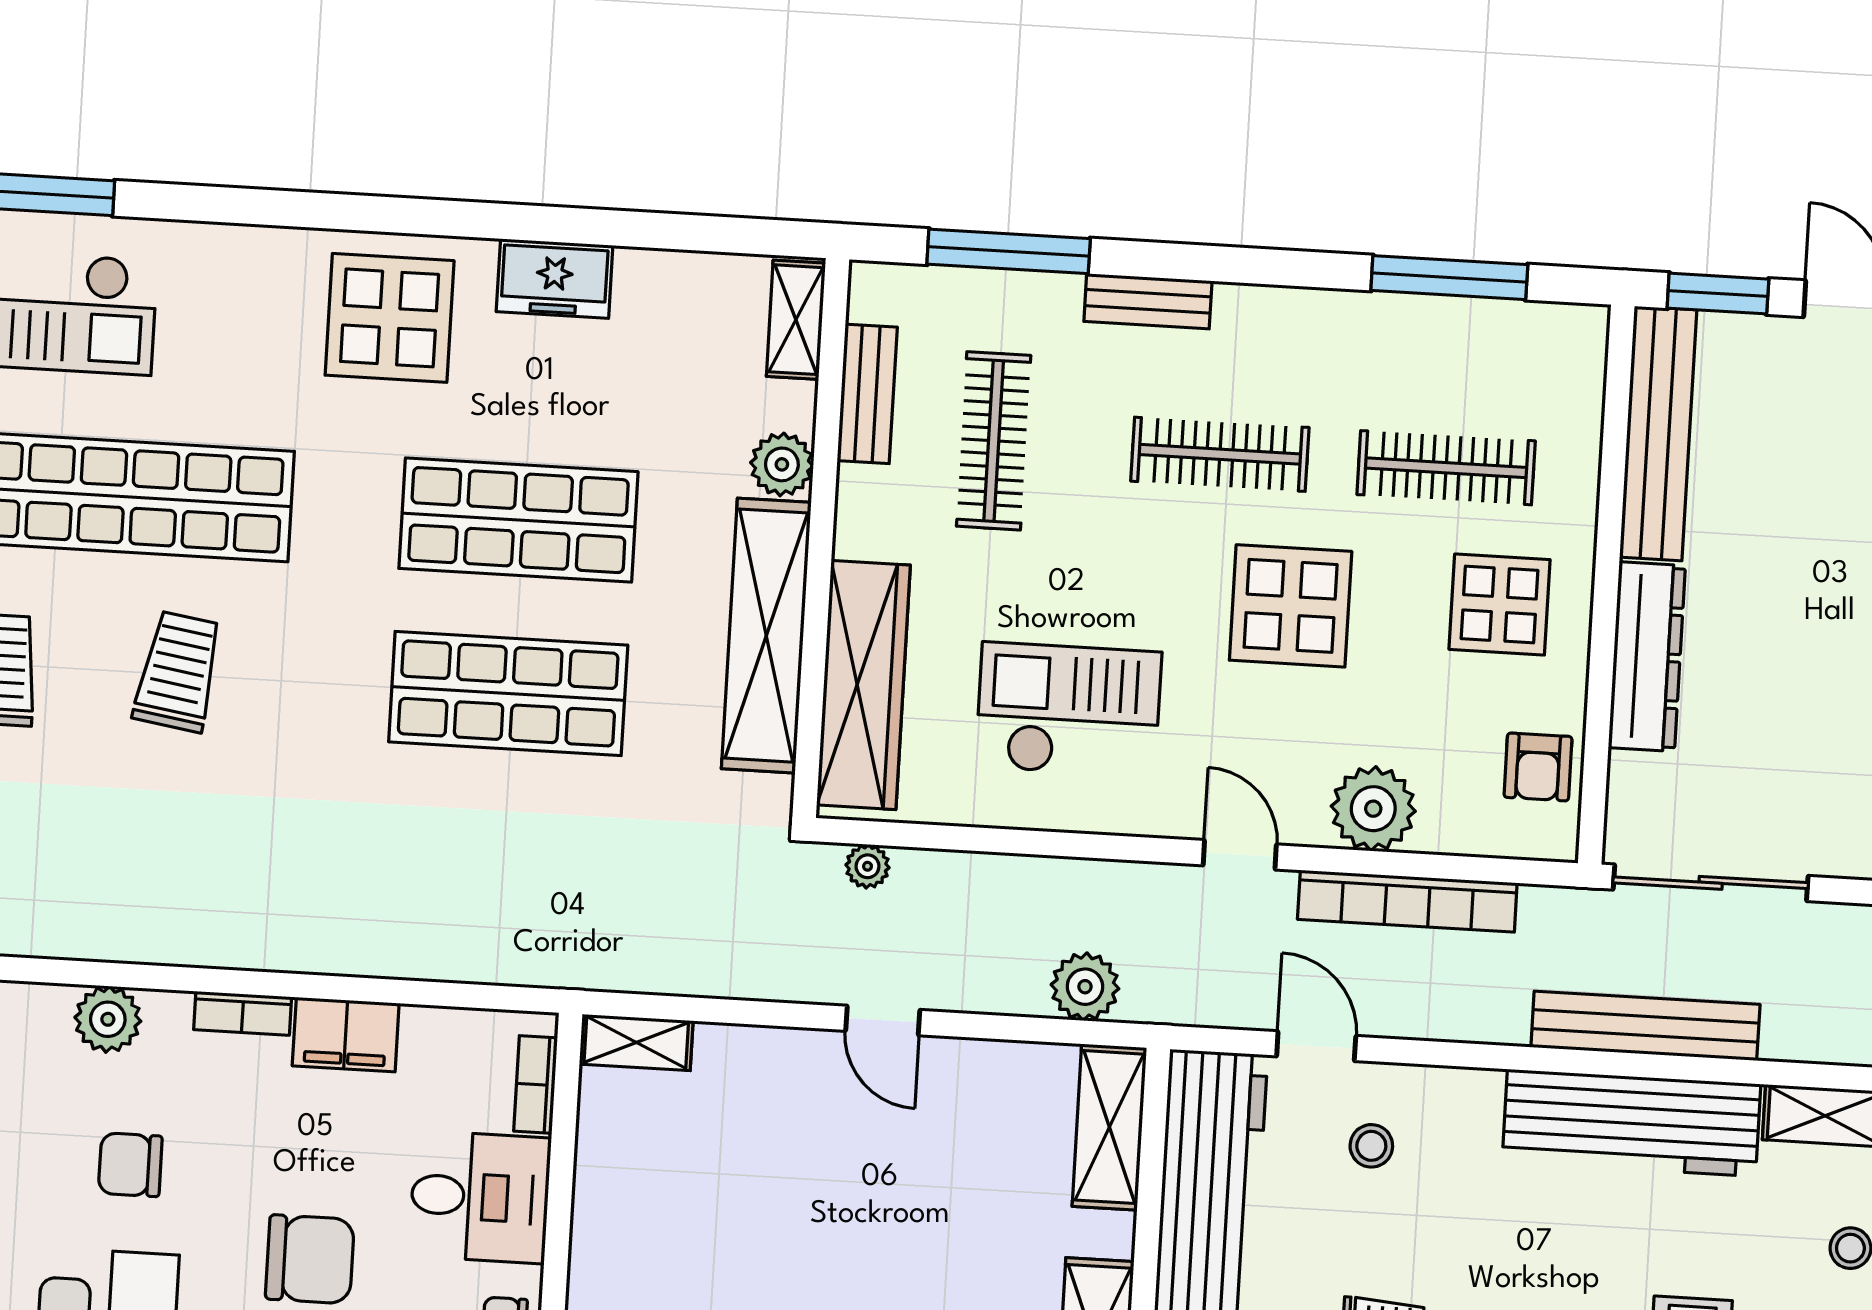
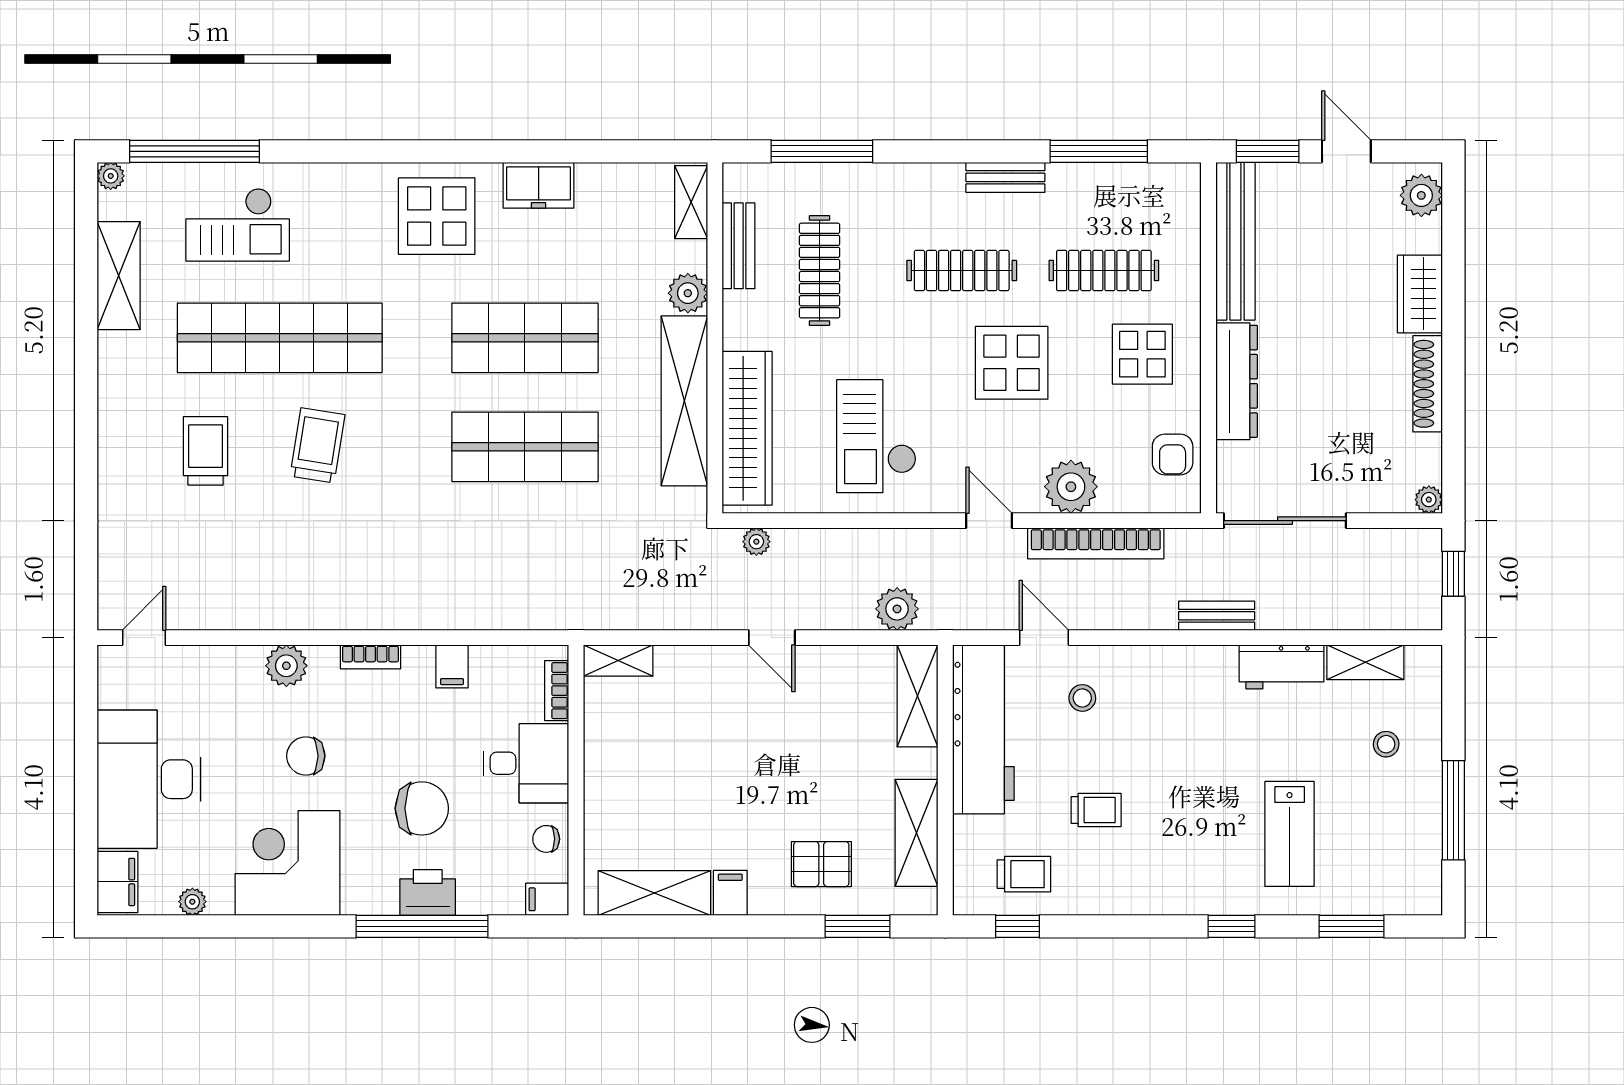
bench: (1148, 301) -> (1005, 177), moved
checkout: (1068, 710) -> (876, 436), turned -90
bench: (1645, 1026) -> (1217, 616), width x0.54, depth x0.82
filing cabinet: (346, 1035) -> (452, 666), width x0.50
workbench: (1631, 1123) -> (1281, 667), width x0.53, depth x0.76

